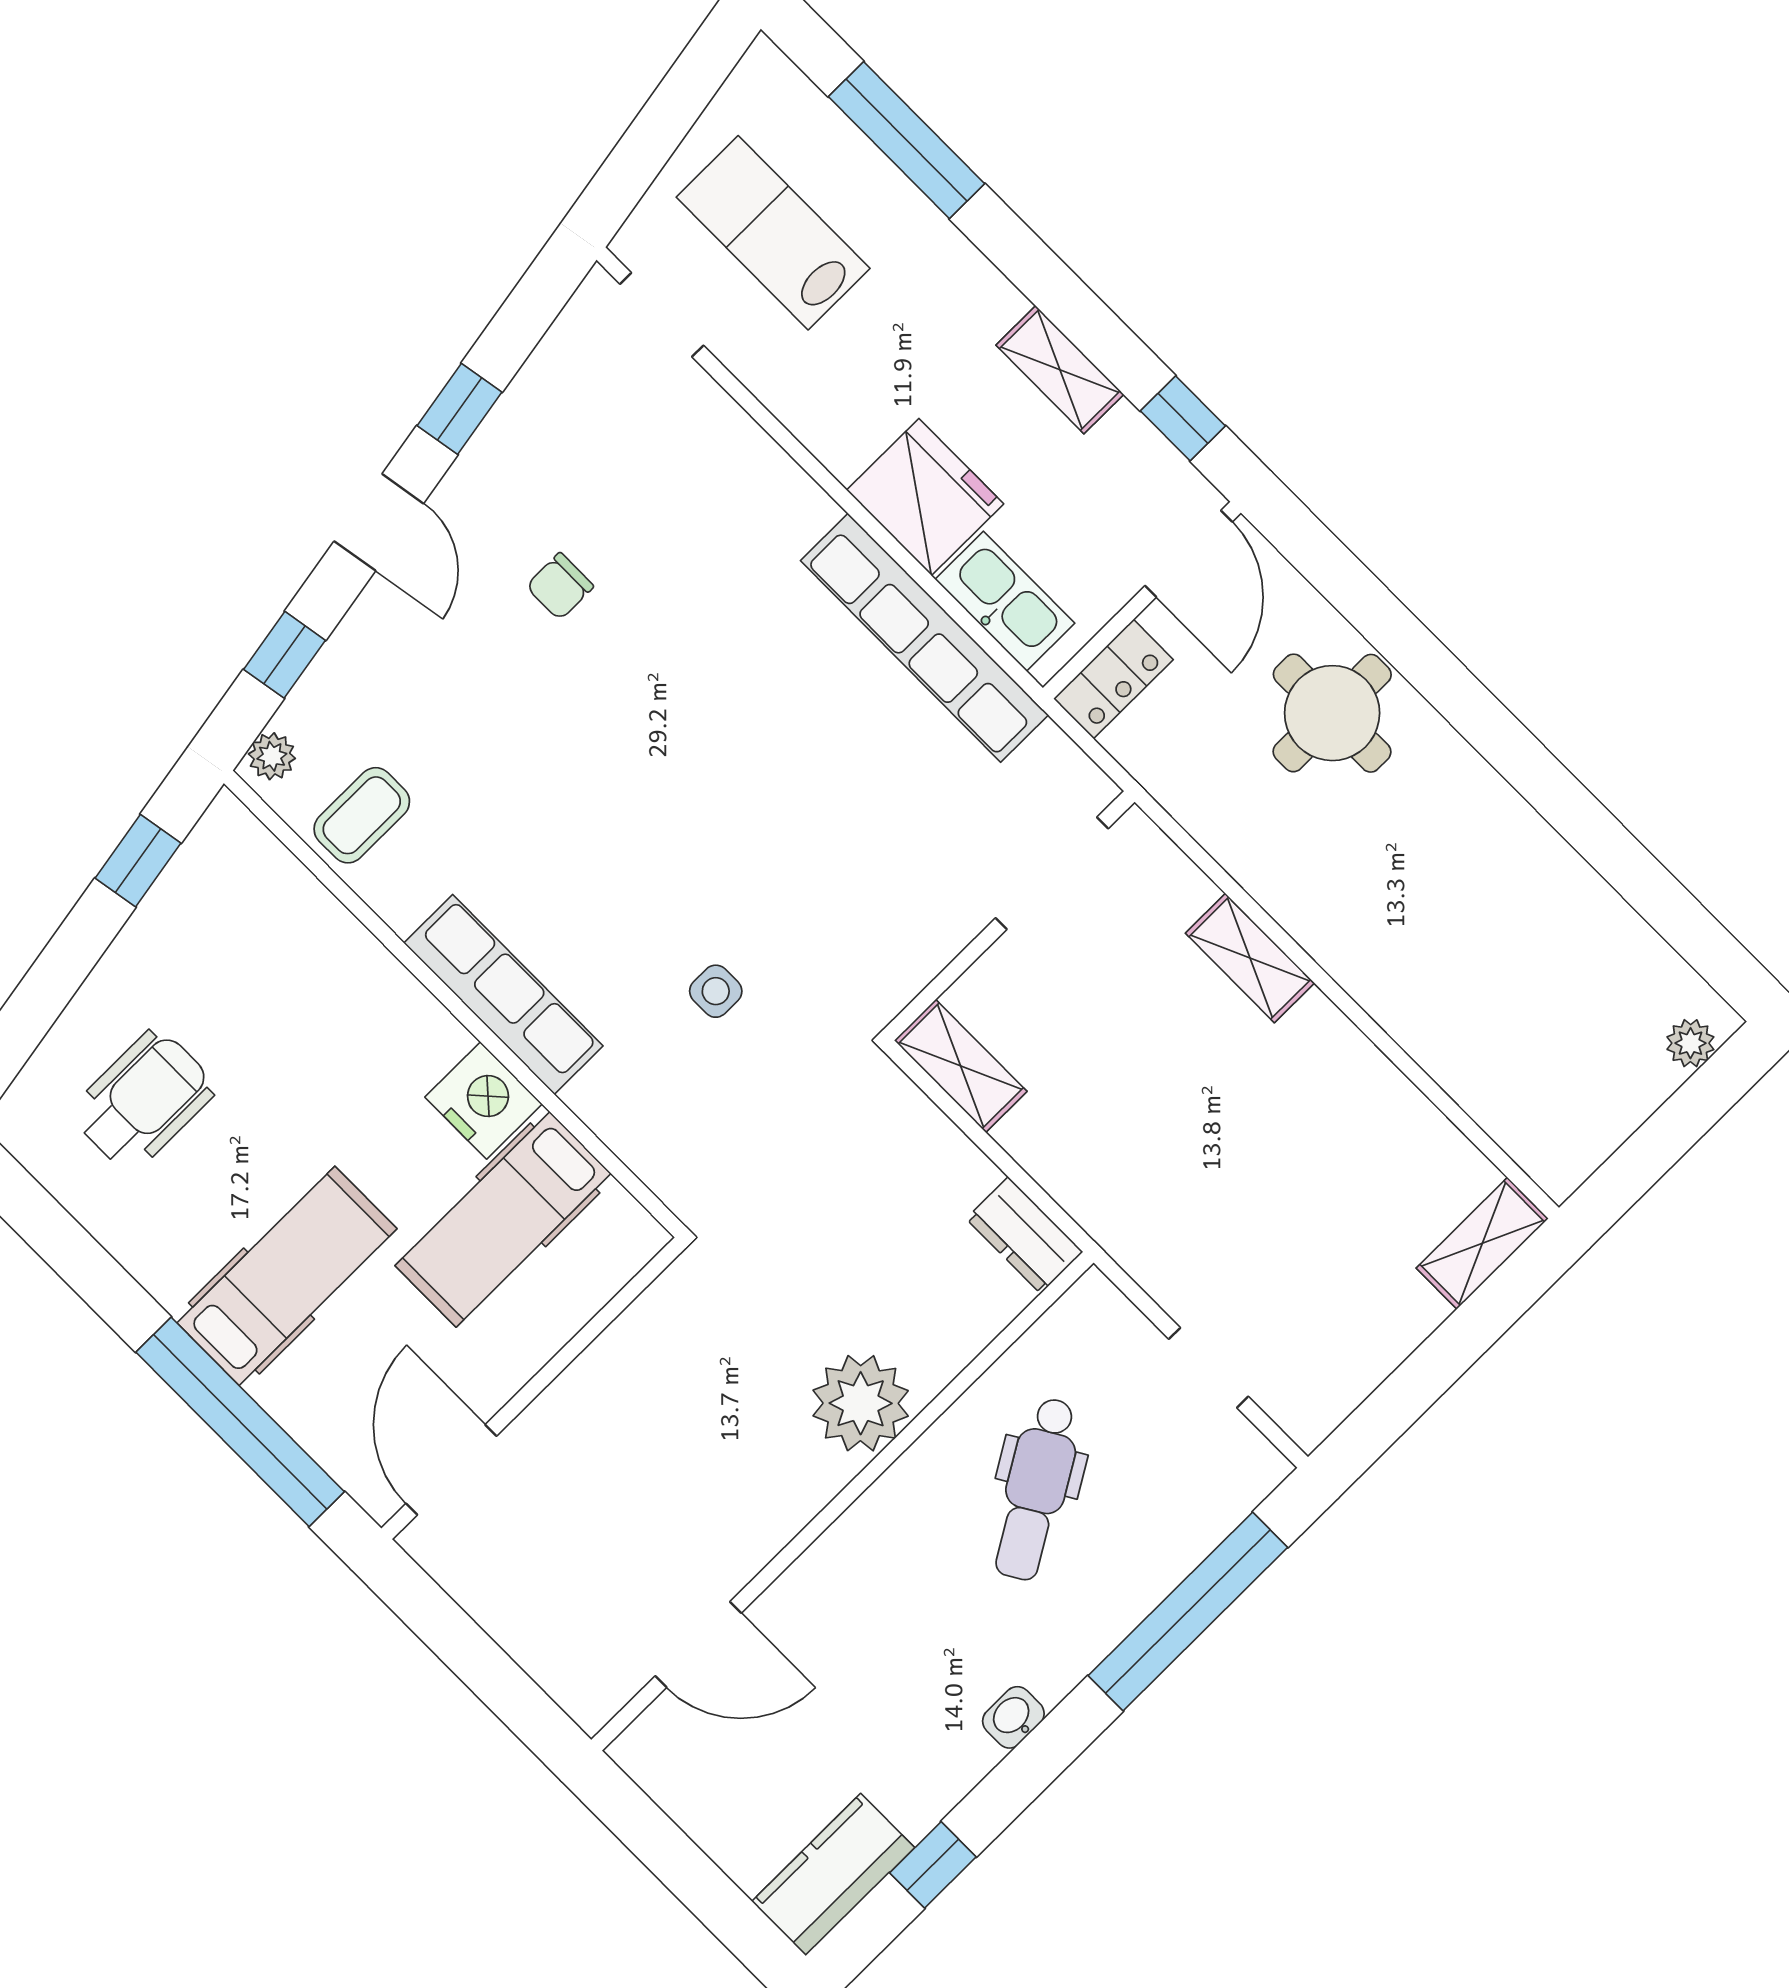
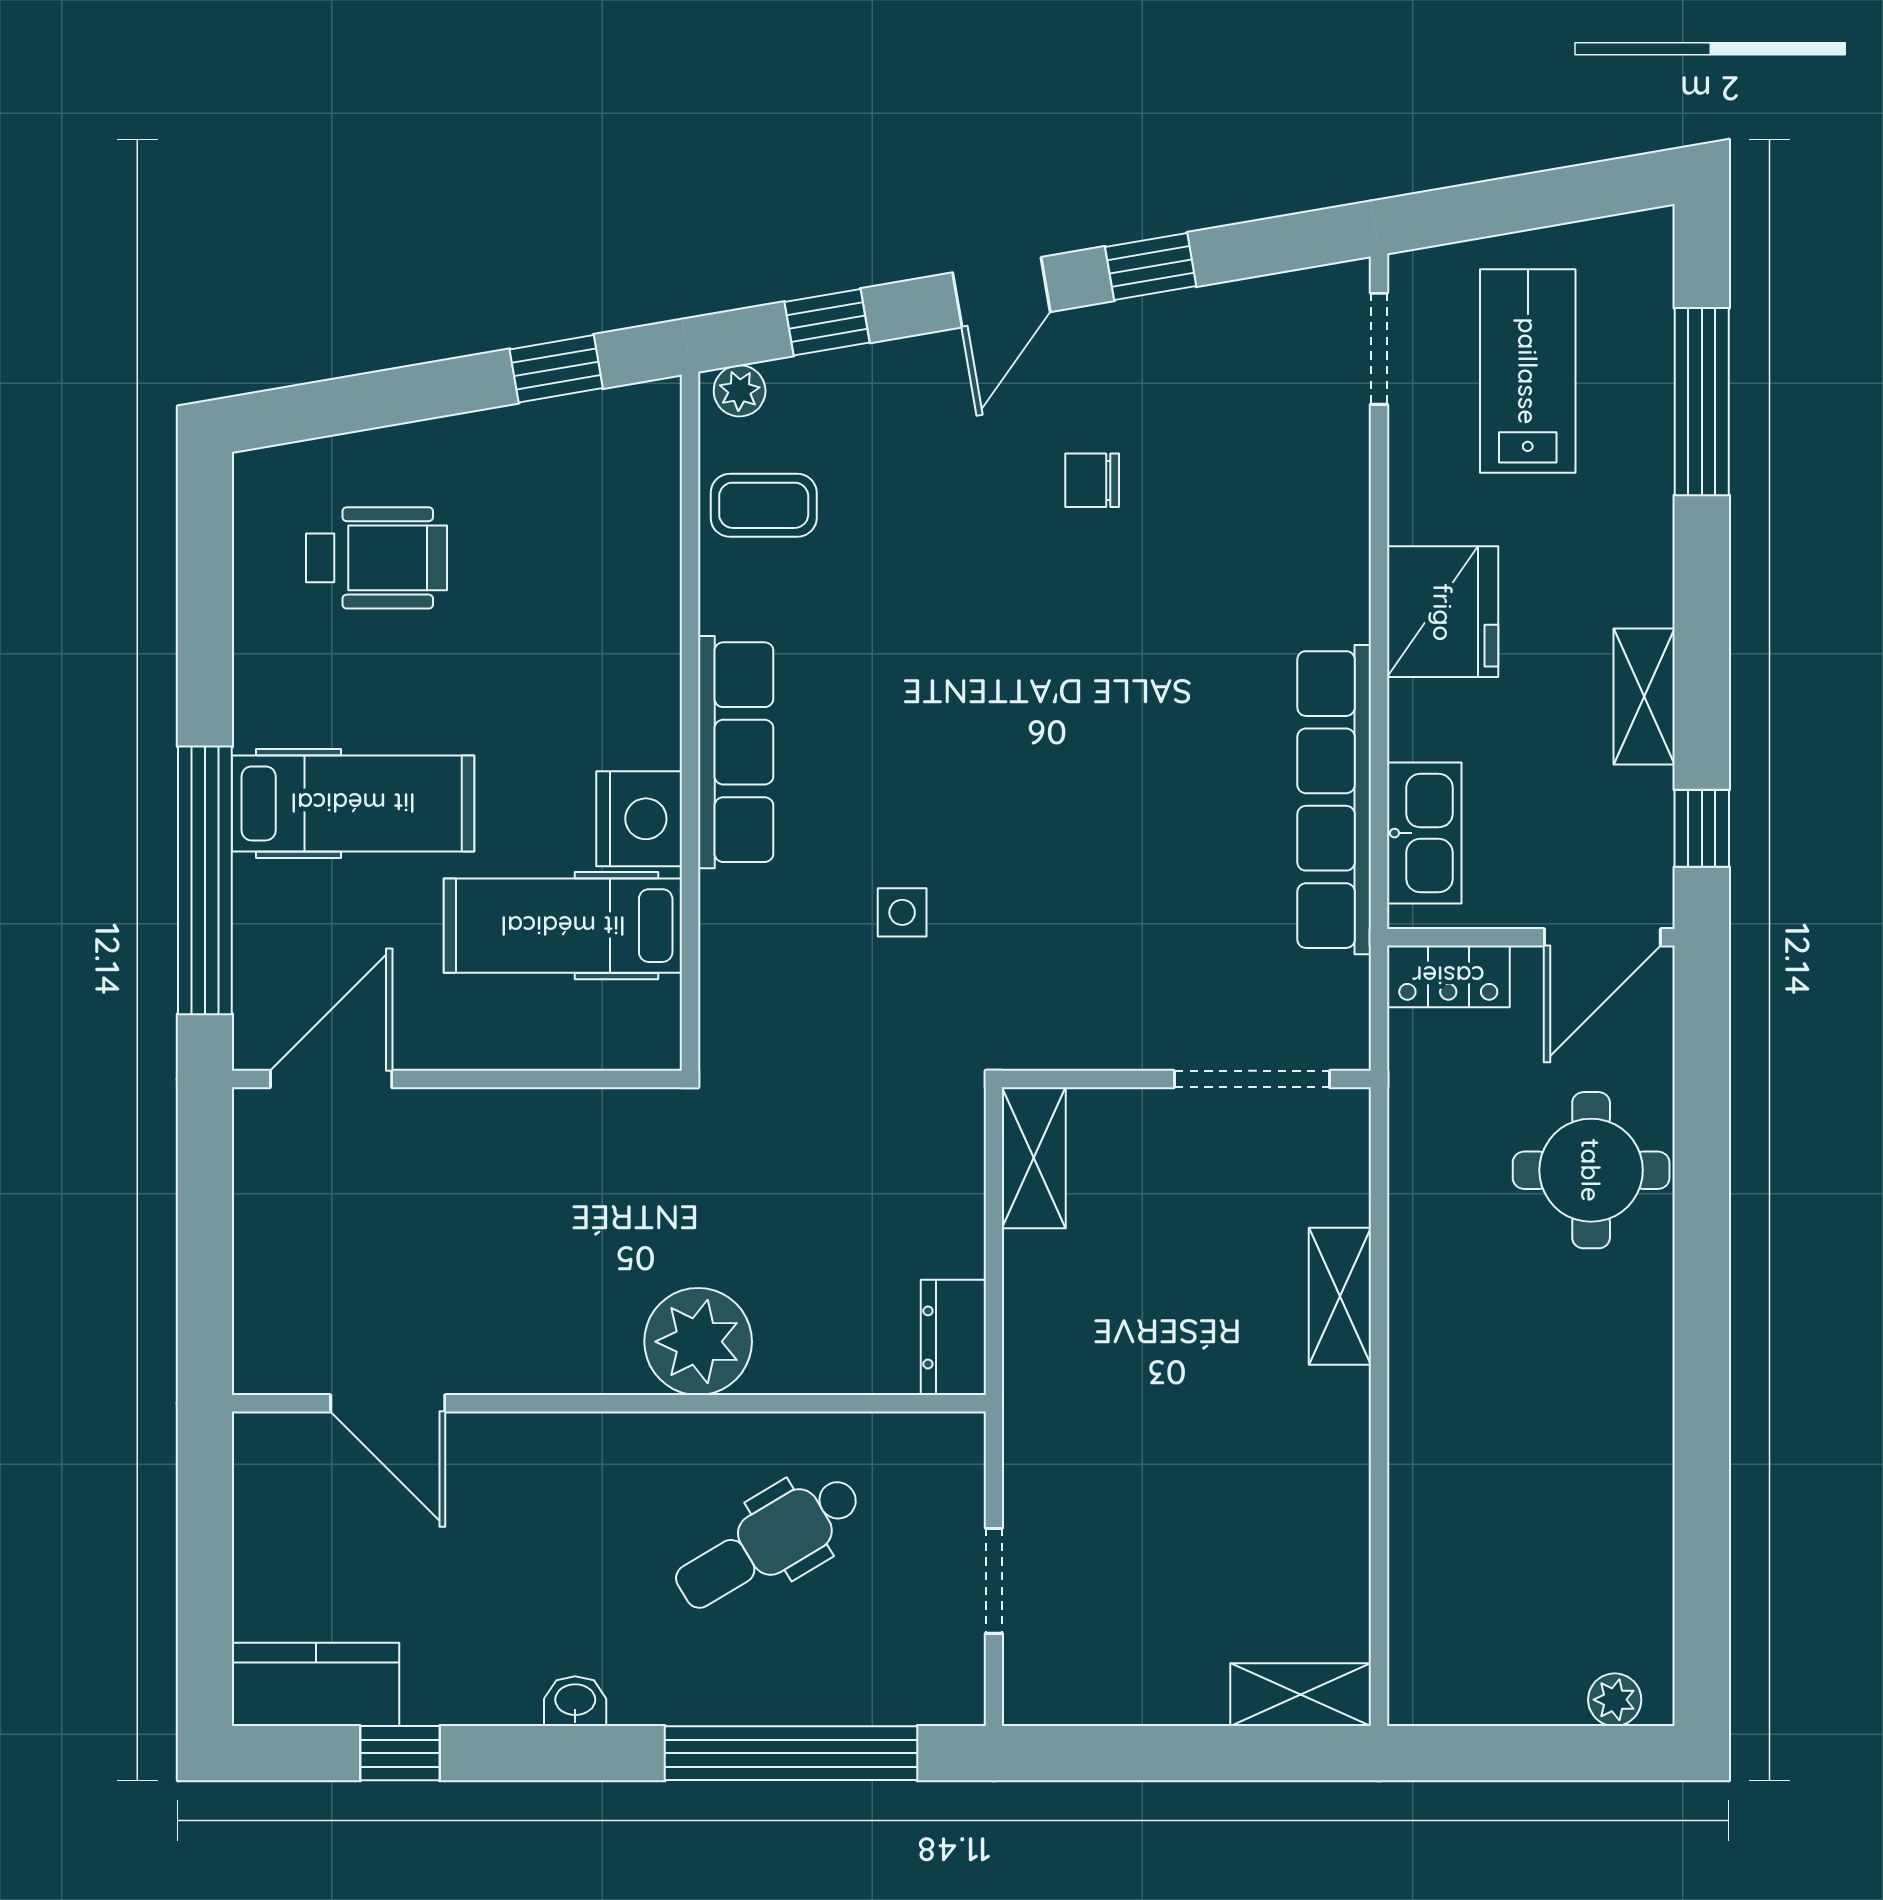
fridge: (925, 497) -> (1443, 612), moved

